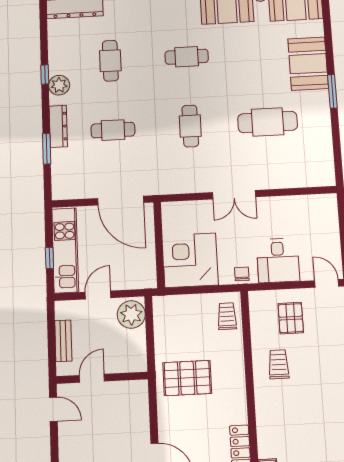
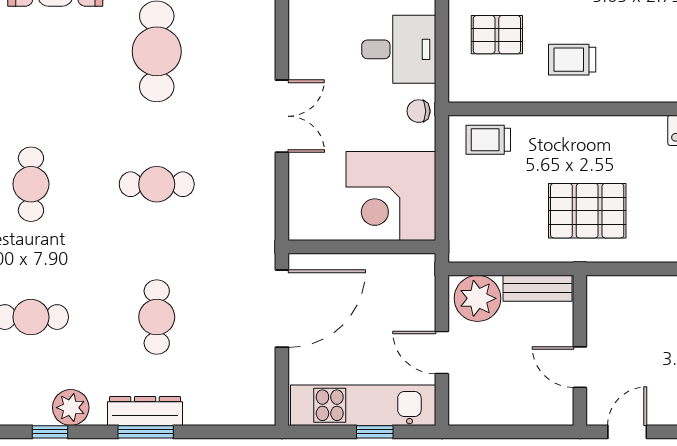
window: (47, 149) -> (146, 432), moved
bench: (63, 341) -> (538, 288), moved
pallet: (187, 378) -> (587, 211), turned 90

